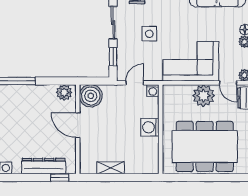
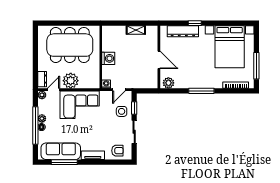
side table: (149, 34) -> (122, 111), moved
door: (228, 83) -> (53, 90), hinge flipped
boiler: (91, 96) -> (150, 81), removed
window: (60, 178) -> (195, 23), moved

